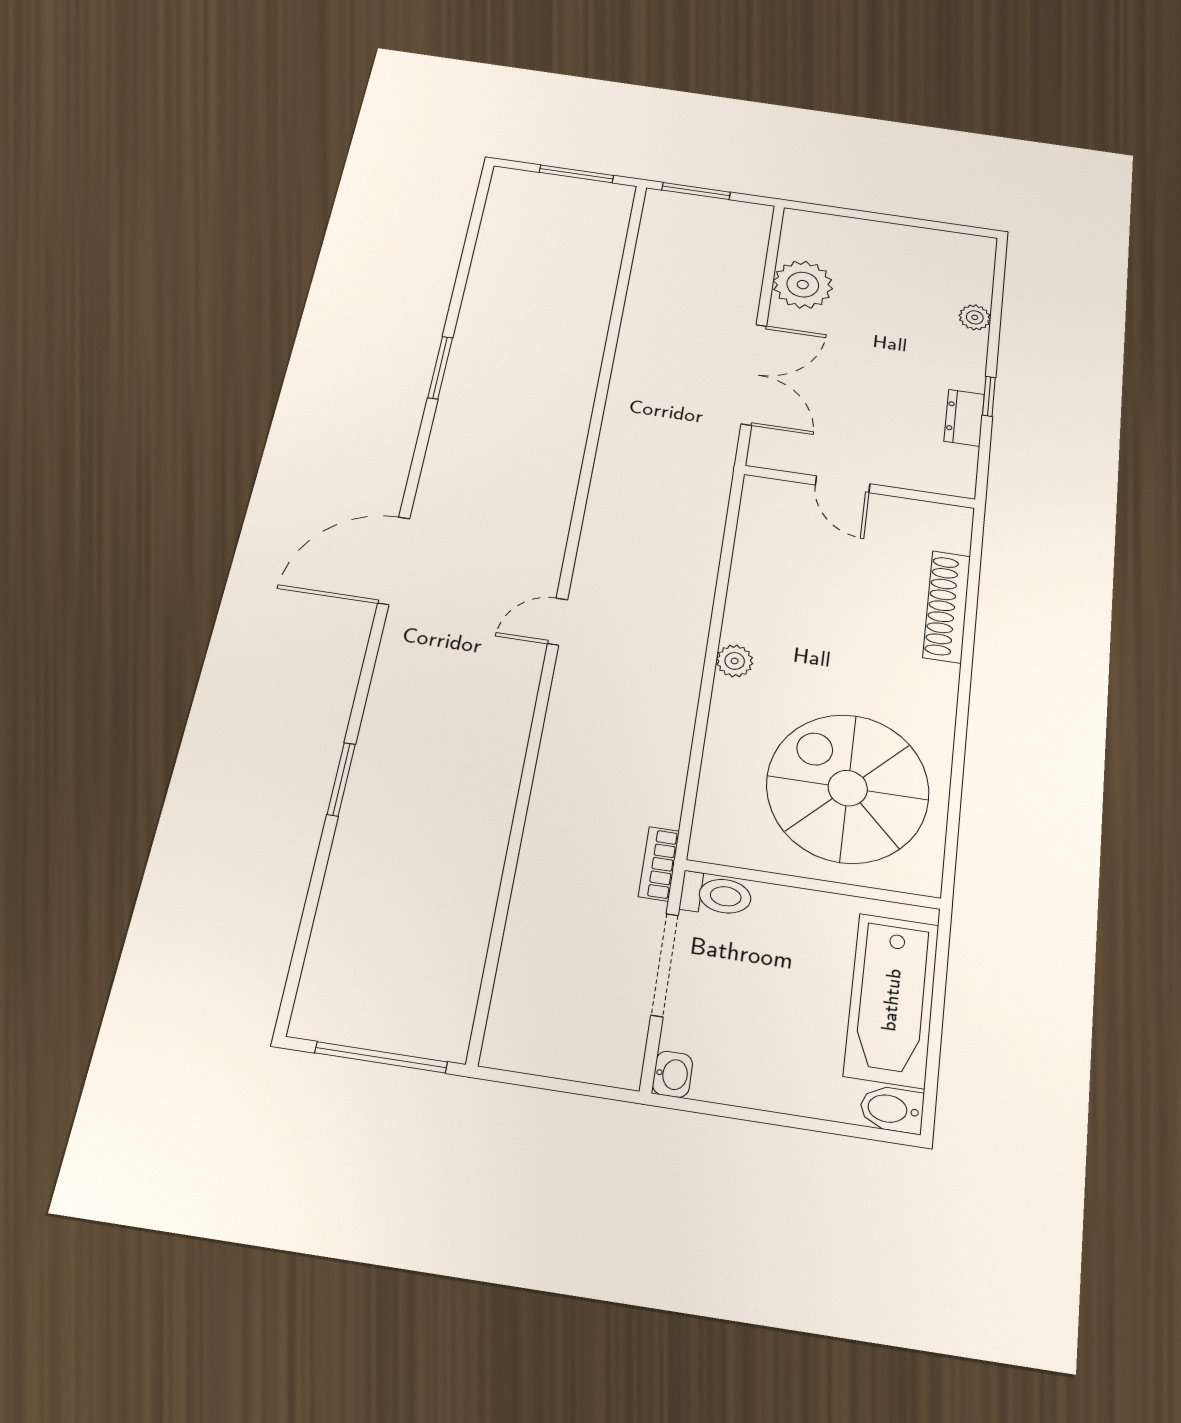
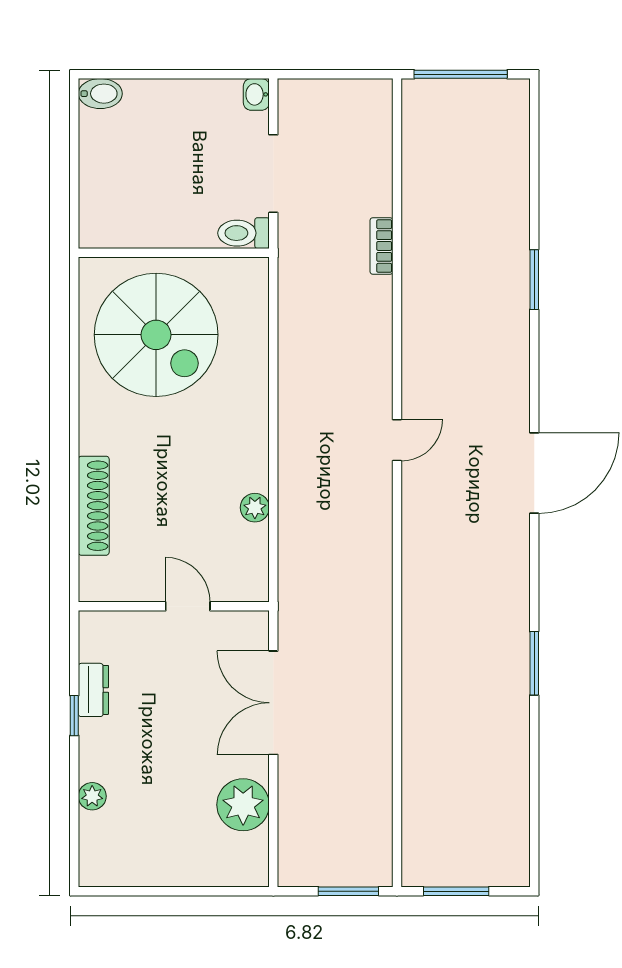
plant: (735, 661) -> (255, 508), moved
bookcase: (659, 864) -> (381, 246), moved, turned 180
bathtub: (892, 1000) -> (108, 173), removed

